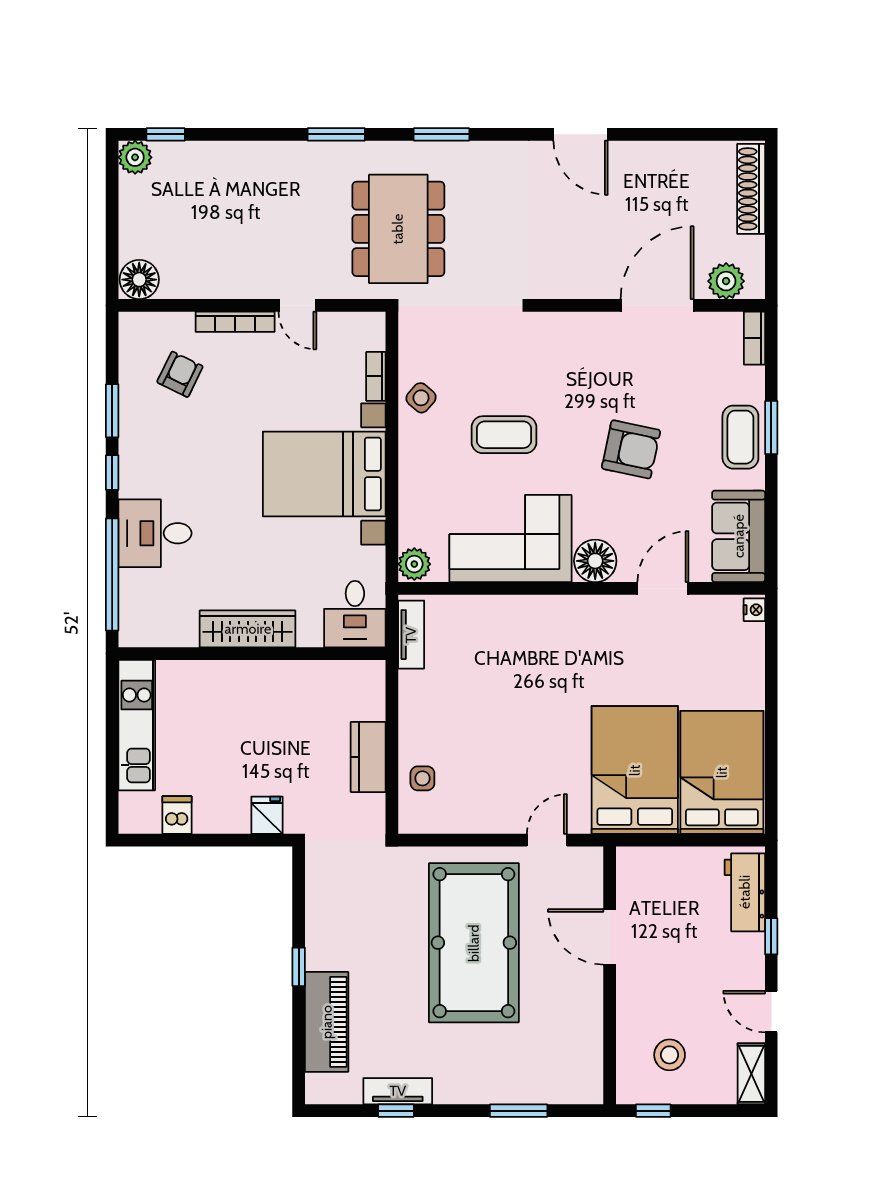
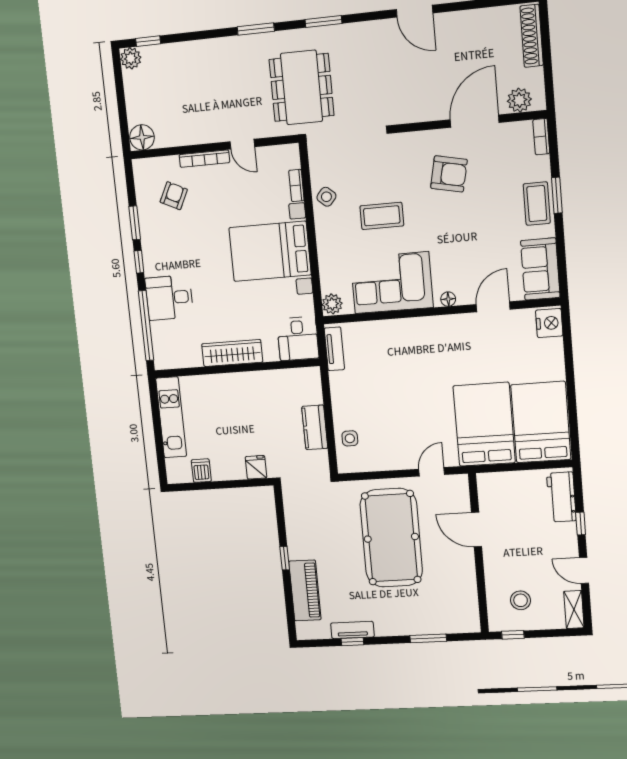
armchair: (631, 449) -> (449, 174), moved
floor lamp: (595, 561) -> (448, 299), width x0.53, depth x0.53
nightstand: (754, 610) -> (549, 323), width x1.89, depth x1.79

